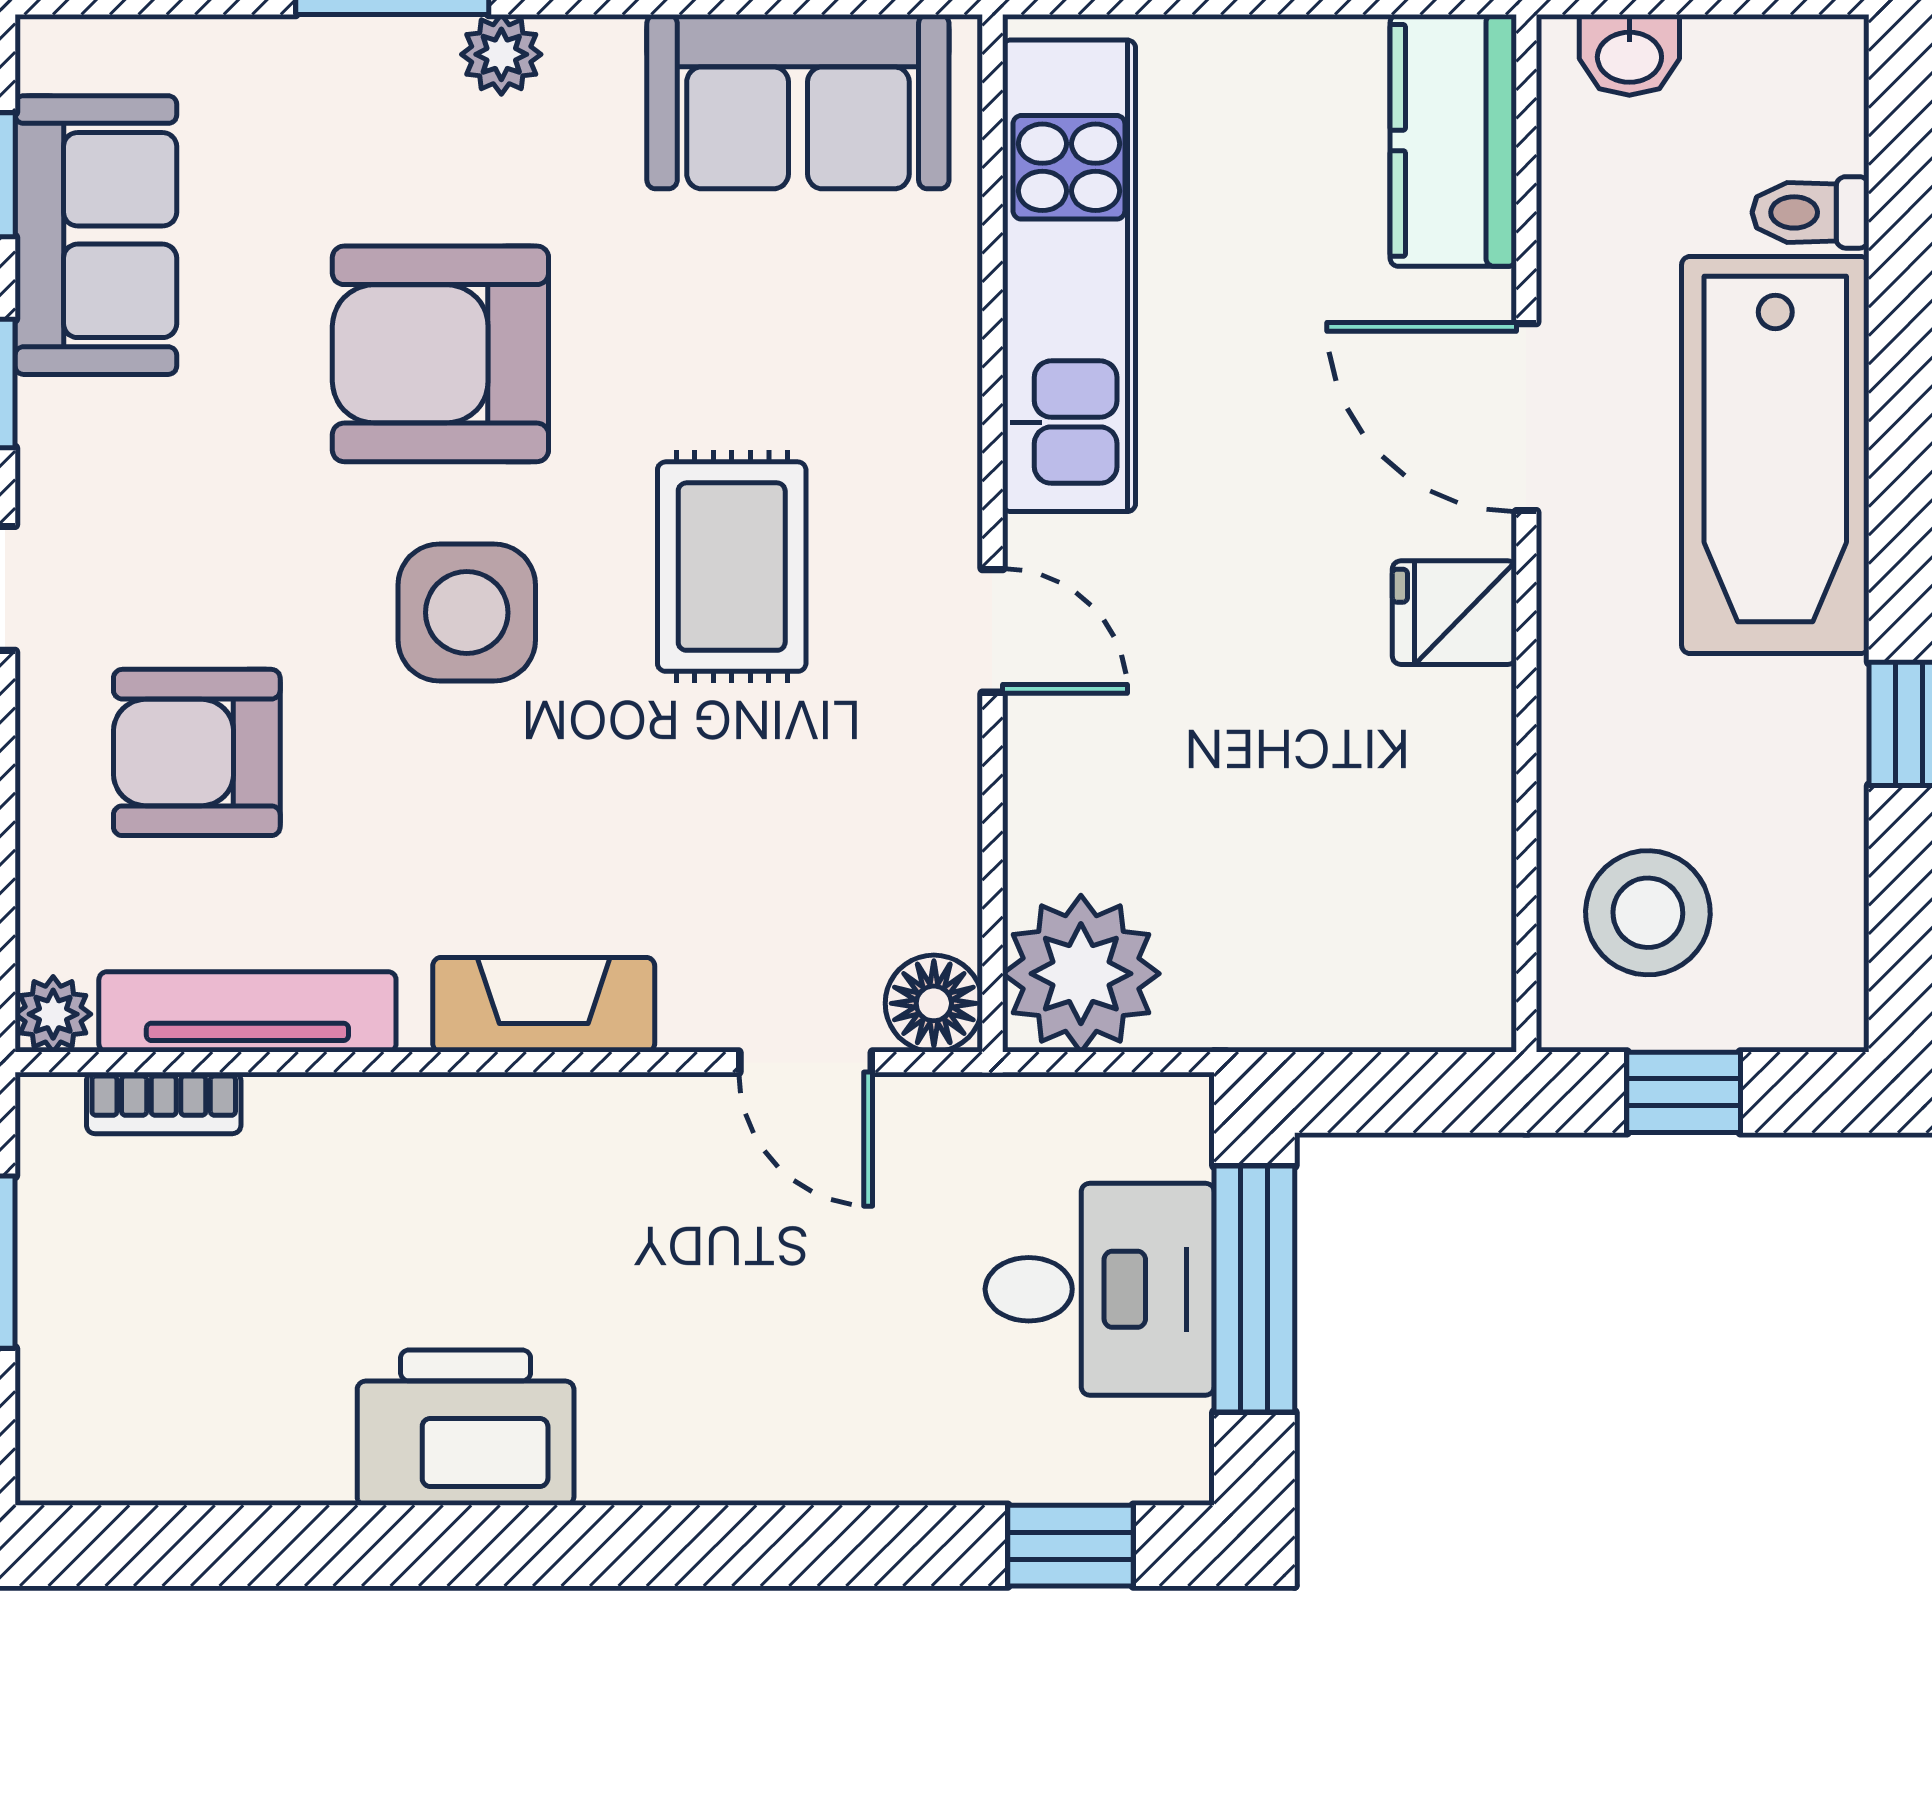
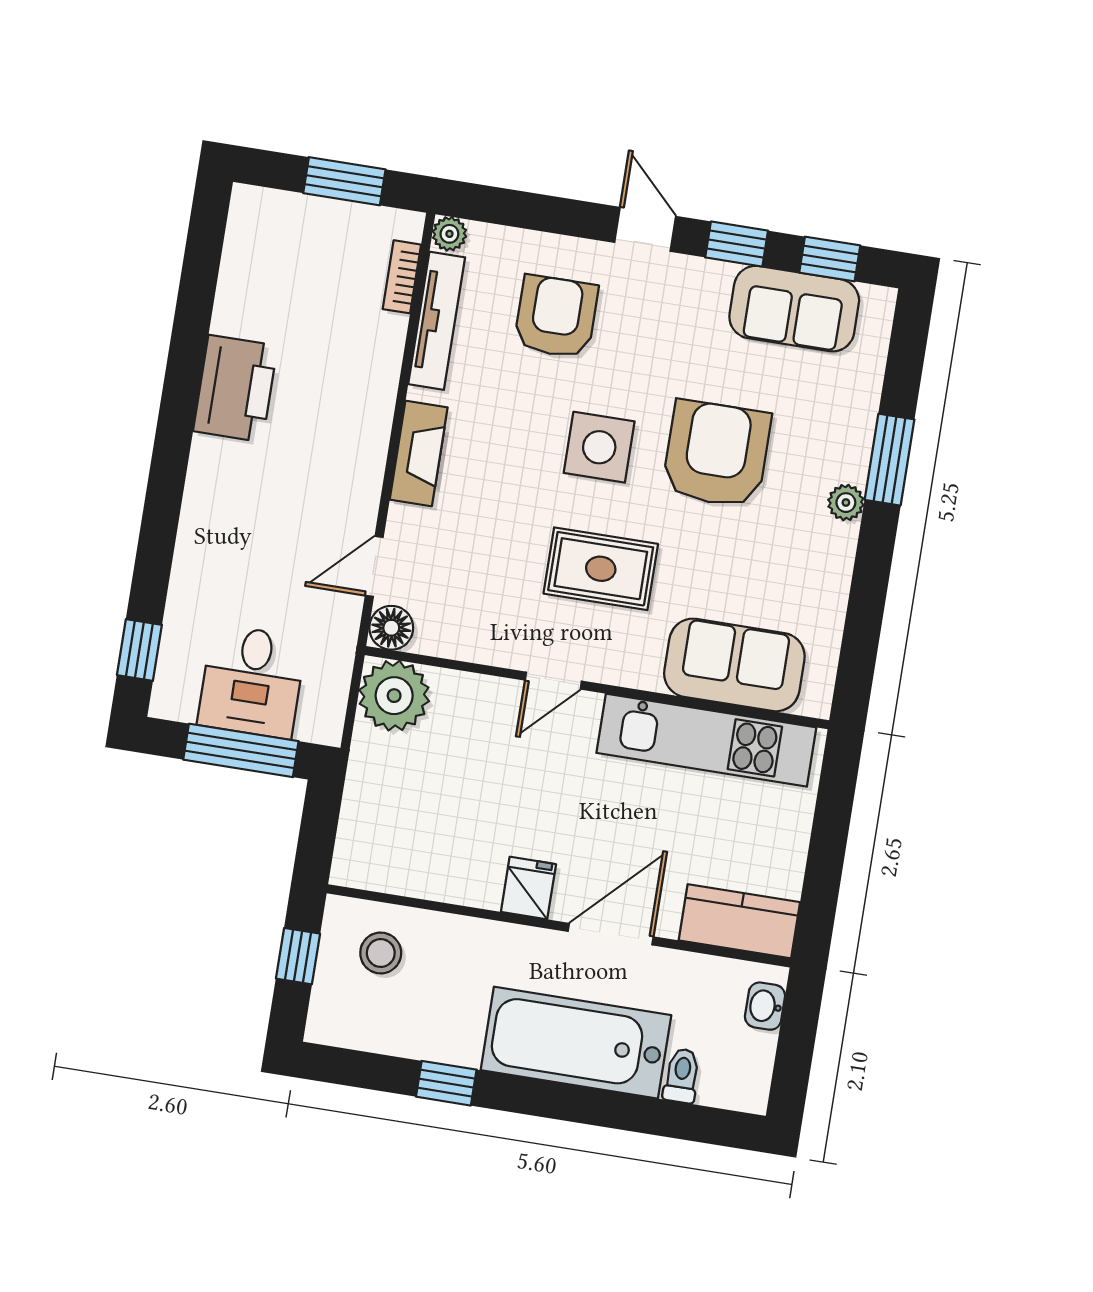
sofa: (798, 102) -> (734, 665), moved, turned 90
stool: (1648, 913) -> (381, 953), width x0.73, depth x0.73

